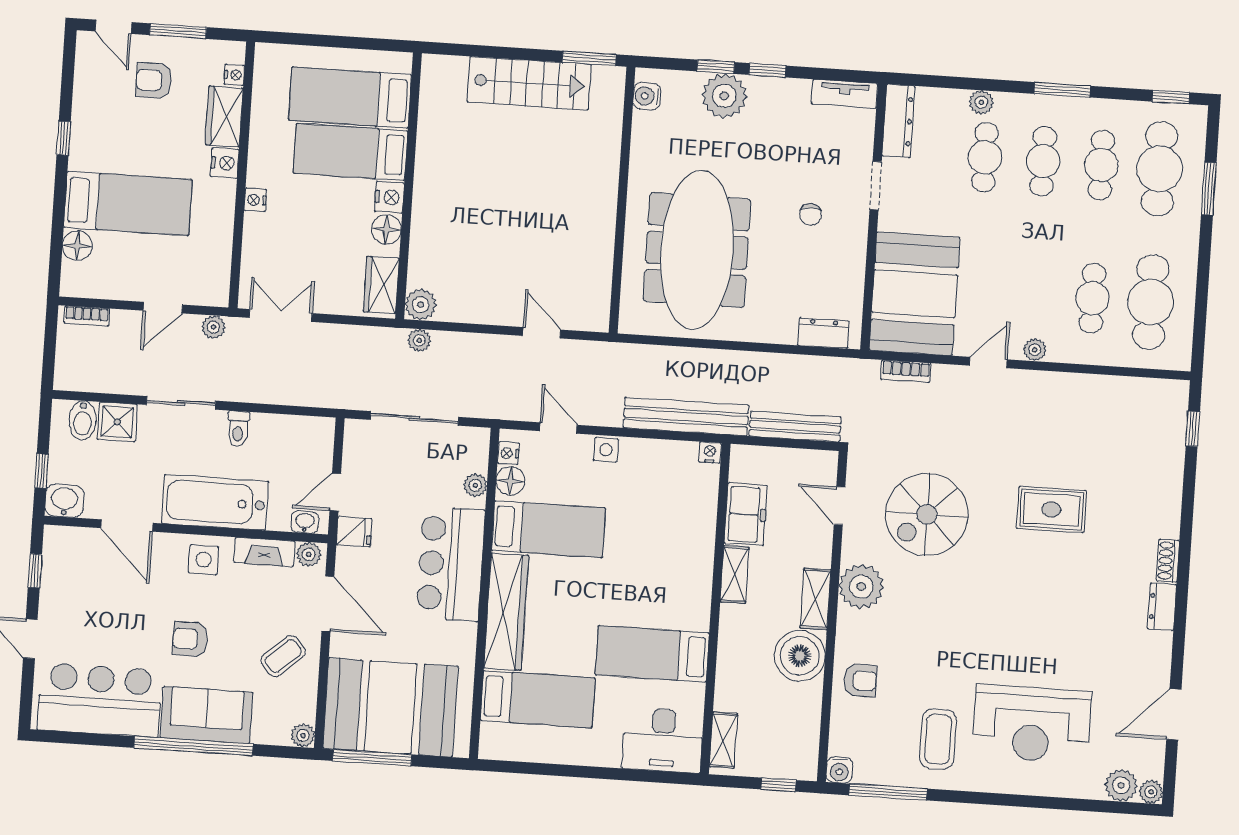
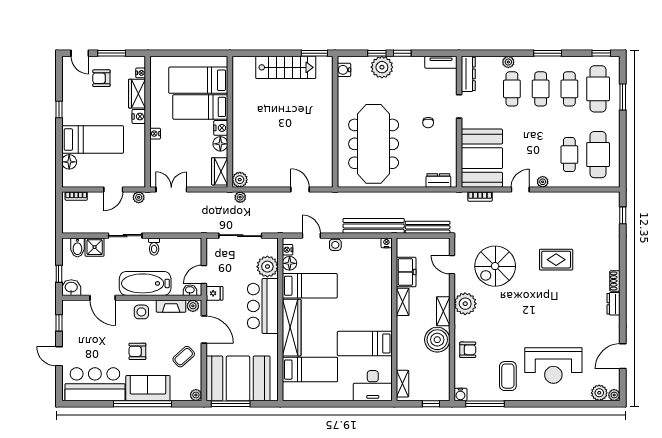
plant: (475, 485) -> (267, 267), width x1.87, depth x1.87

